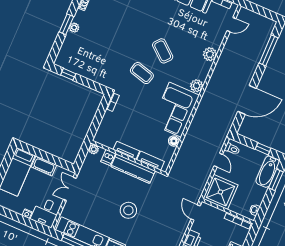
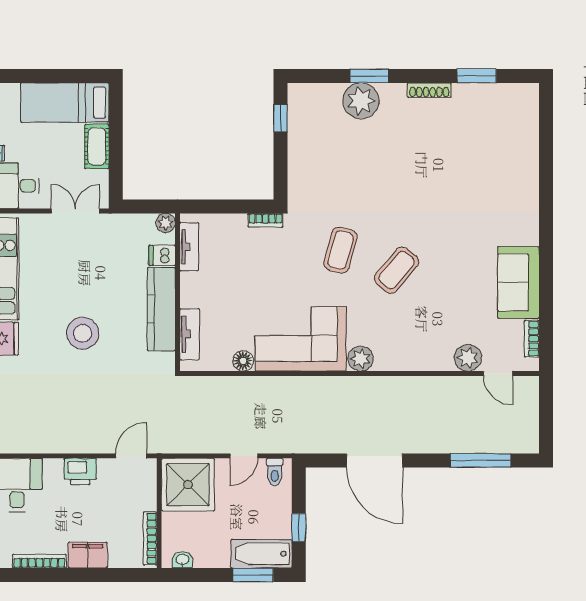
plant: (74, 28) -> (361, 101), width x1.88, depth x1.88
plant: (210, 54) -> (468, 358), moved
tv unit: (126, 150) -> (189, 247), moved

